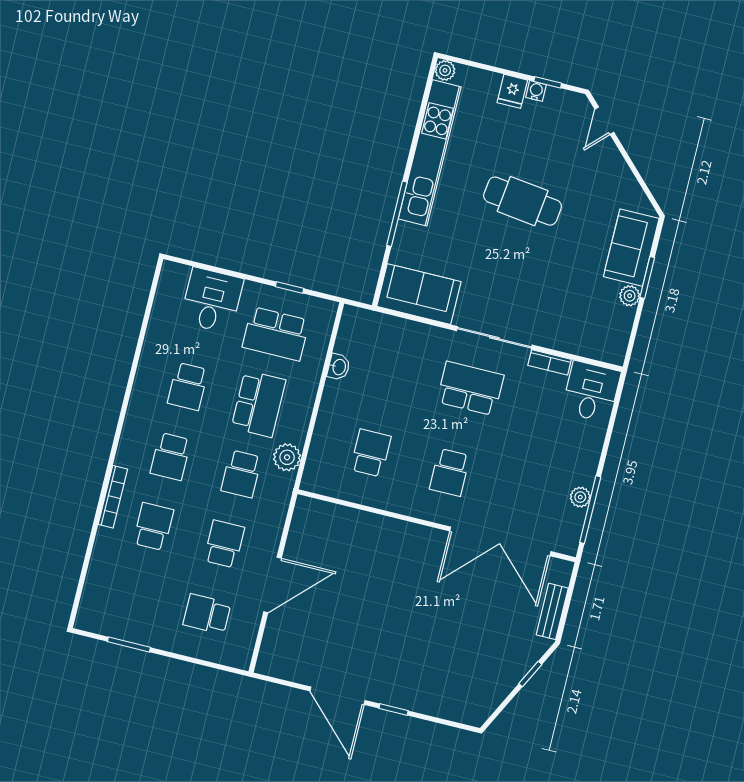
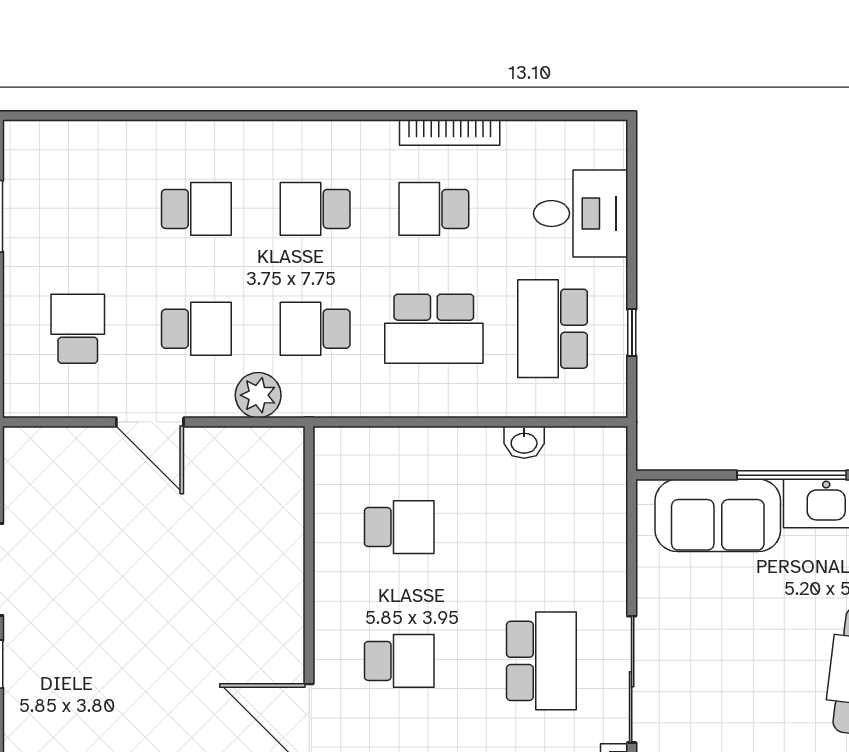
sofa: (419, 294) -> (718, 515), moved, turned 90
plant: (287, 457) -> (258, 395), moved
school desk: (450, 472) -> (399, 661), turned 180
bookcase: (113, 497) -> (450, 133), moved
door: (272, 585) -> (150, 422), width x0.73

